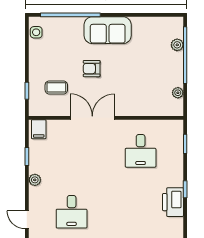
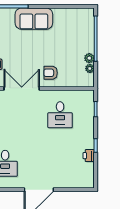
plant: (177, 45) -> (89, 58), moved
armchair: (92, 69) -> (51, 73), moved
printer: (173, 202) -> (89, 156), width x0.53, depth x0.68

